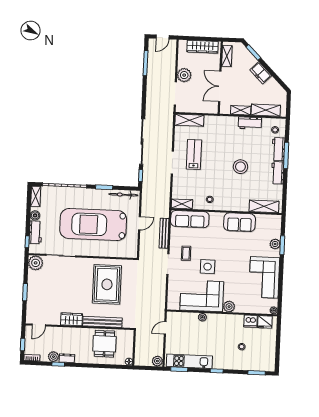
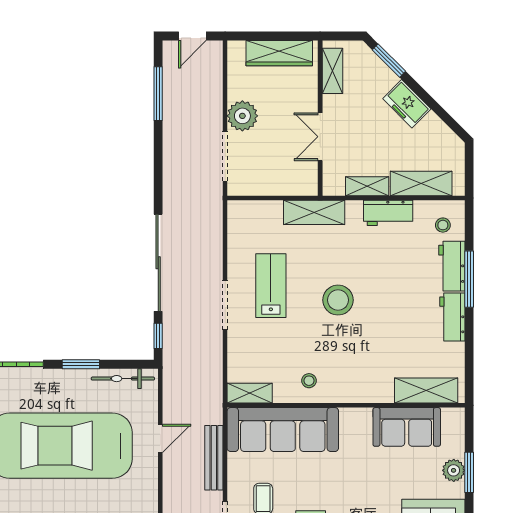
double door: (220, 86) -> (320, 137), width x0.73
shelving: (189, 120) -> (314, 212), moved
stool: (240, 167) -> (338, 300), moved
sofa: (190, 219) -> (283, 430), width x1.36, depth x1.27
sofa: (240, 222) -> (407, 427), moved

